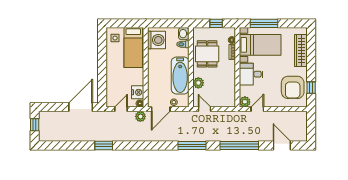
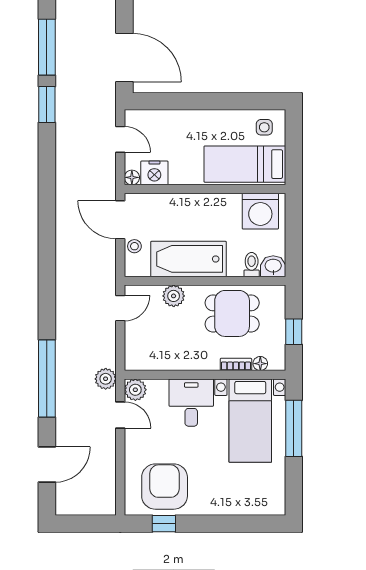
wardrobe: (301, 50) -> (239, 503), removed
armchair: (293, 87) -> (165, 487), turned 90
plant: (140, 116) -> (106, 379), moved
window: (192, 146) -> (47, 47), moved

